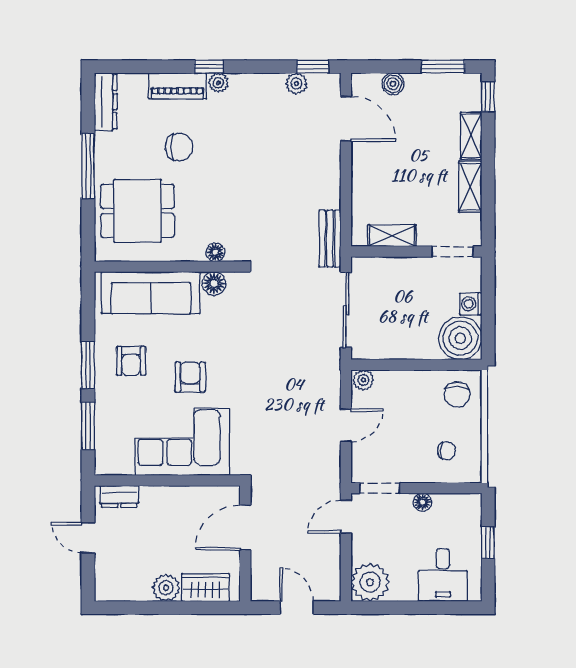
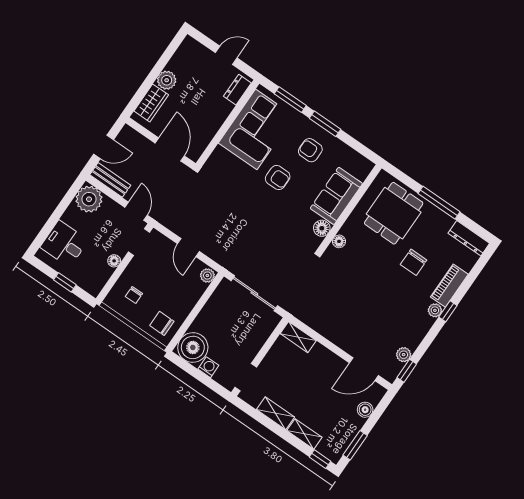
shelving: (392, 236) -> (298, 337), moved, turned 90
bench: (330, 239) -> (110, 180), moved
sofa: (151, 293) -> (336, 196), width x0.73
corner sofa: (182, 442) -> (256, 129), moved

